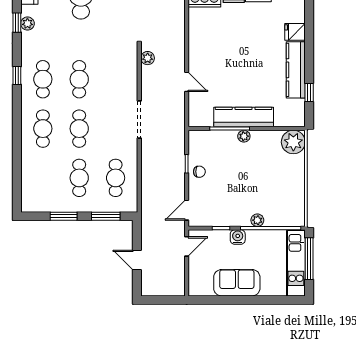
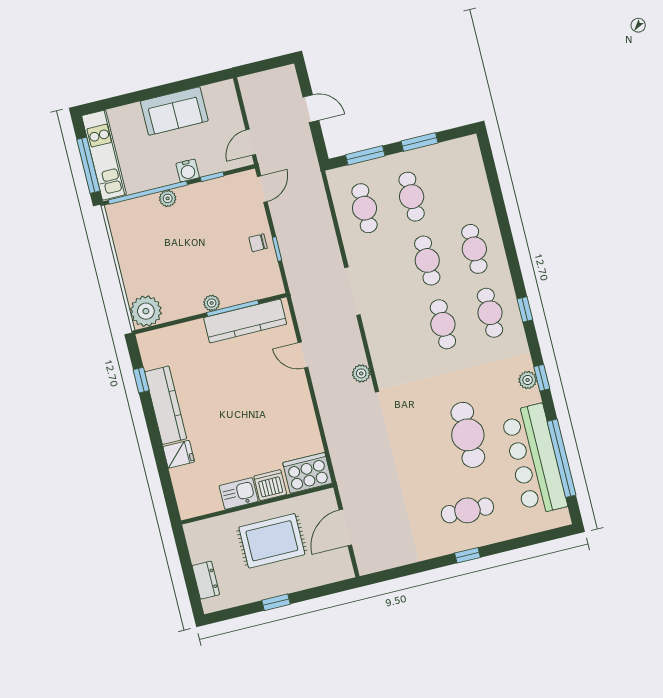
kitchen counter: (244, 117) -> (245, 321), moved

